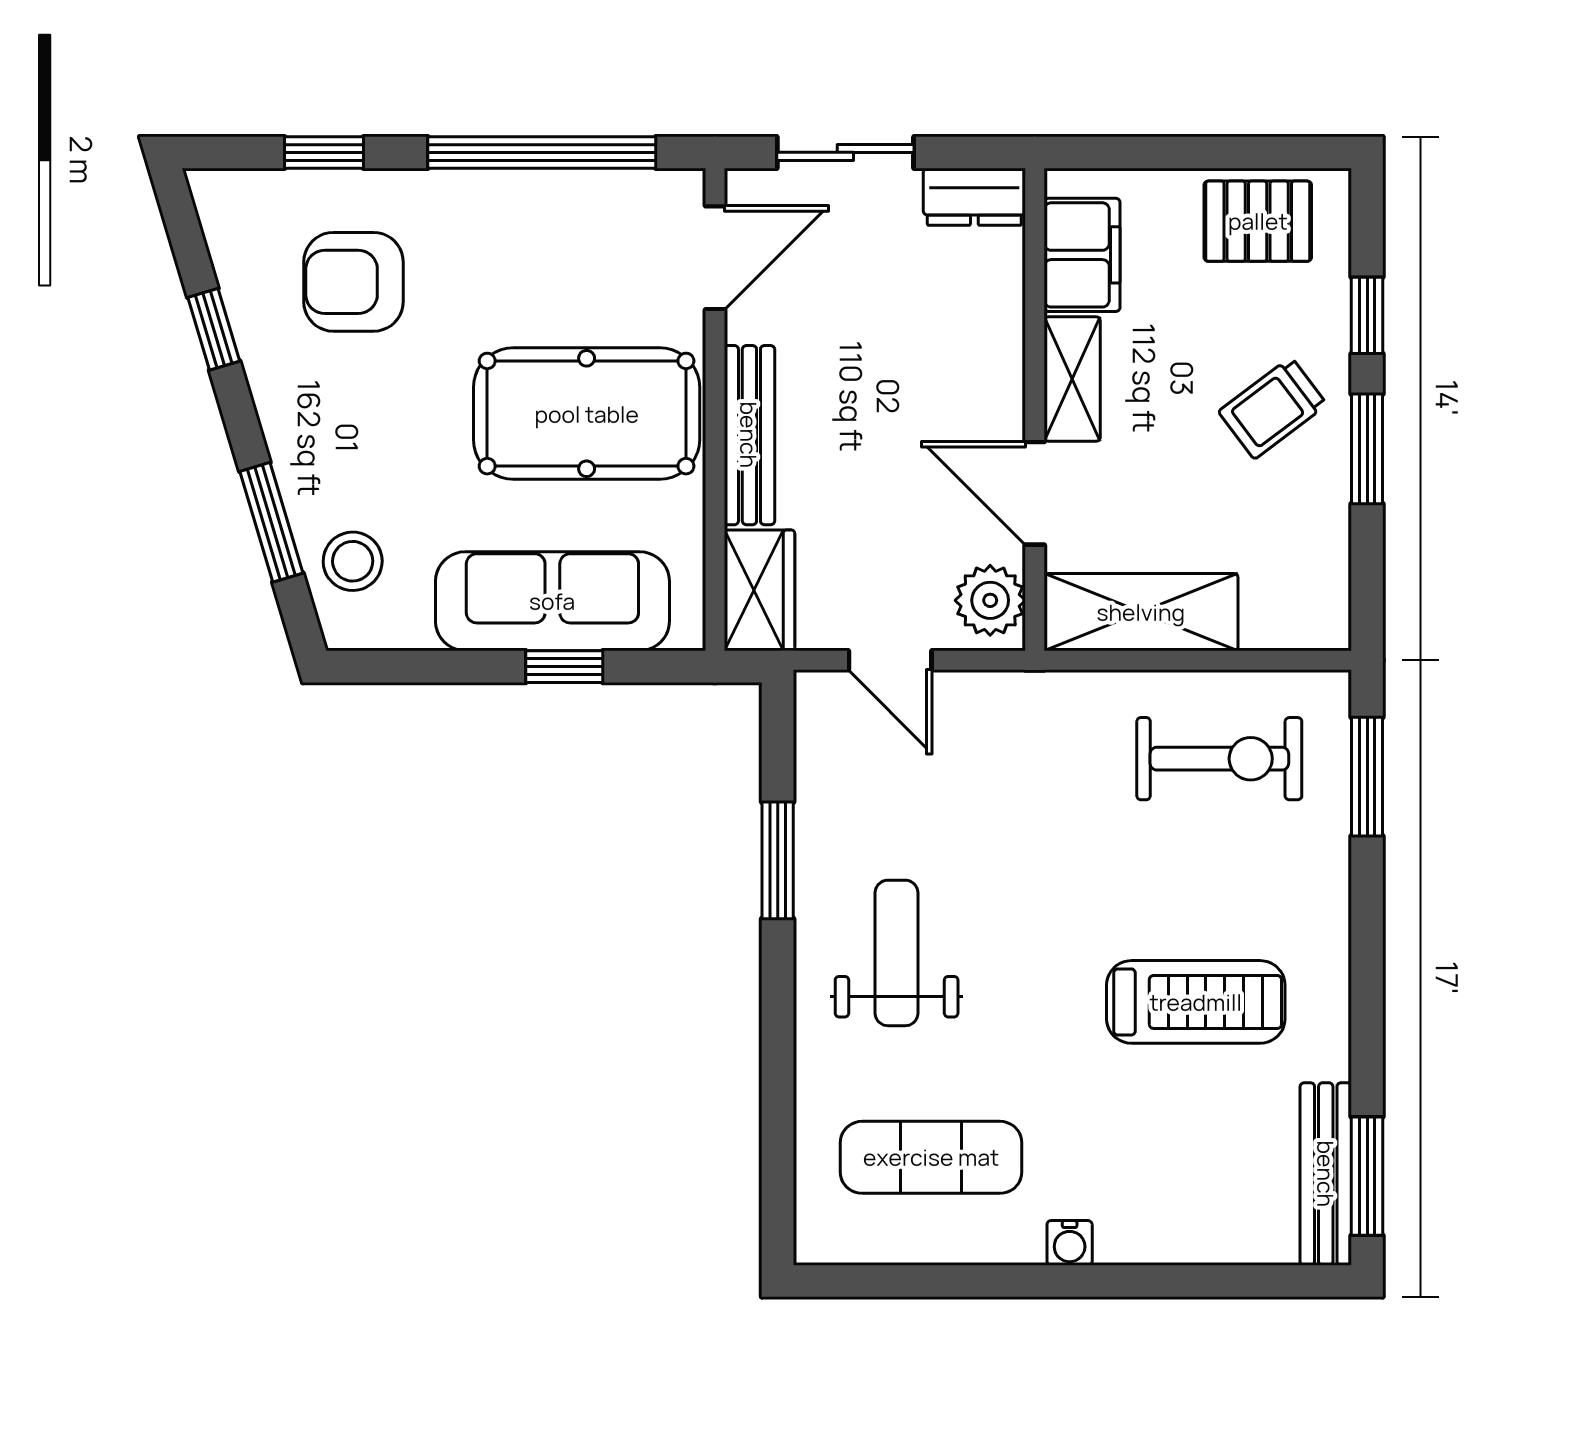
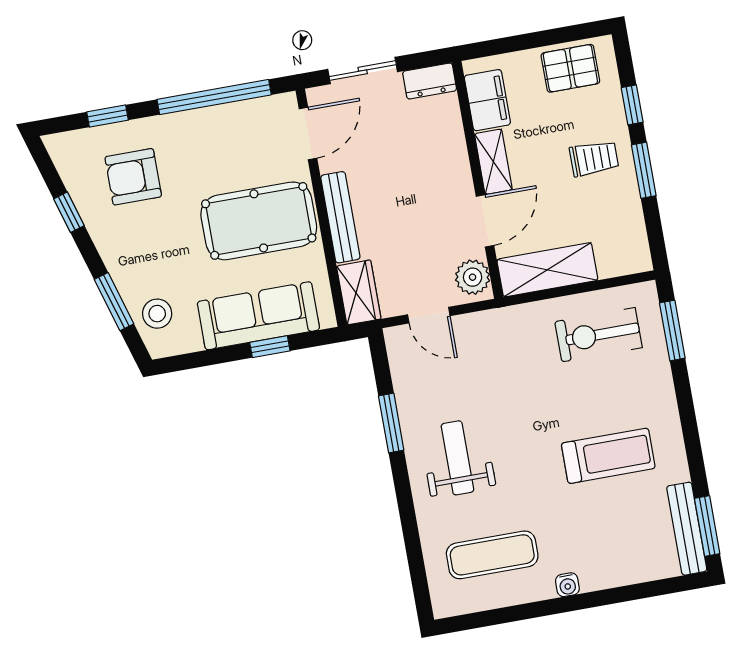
trolley: (1273, 408) -> (594, 158), turned -143
door: (1035, 493) -> (485, 221), swing flipped
exercise bike: (1219, 759) -> (599, 335), turned 180

